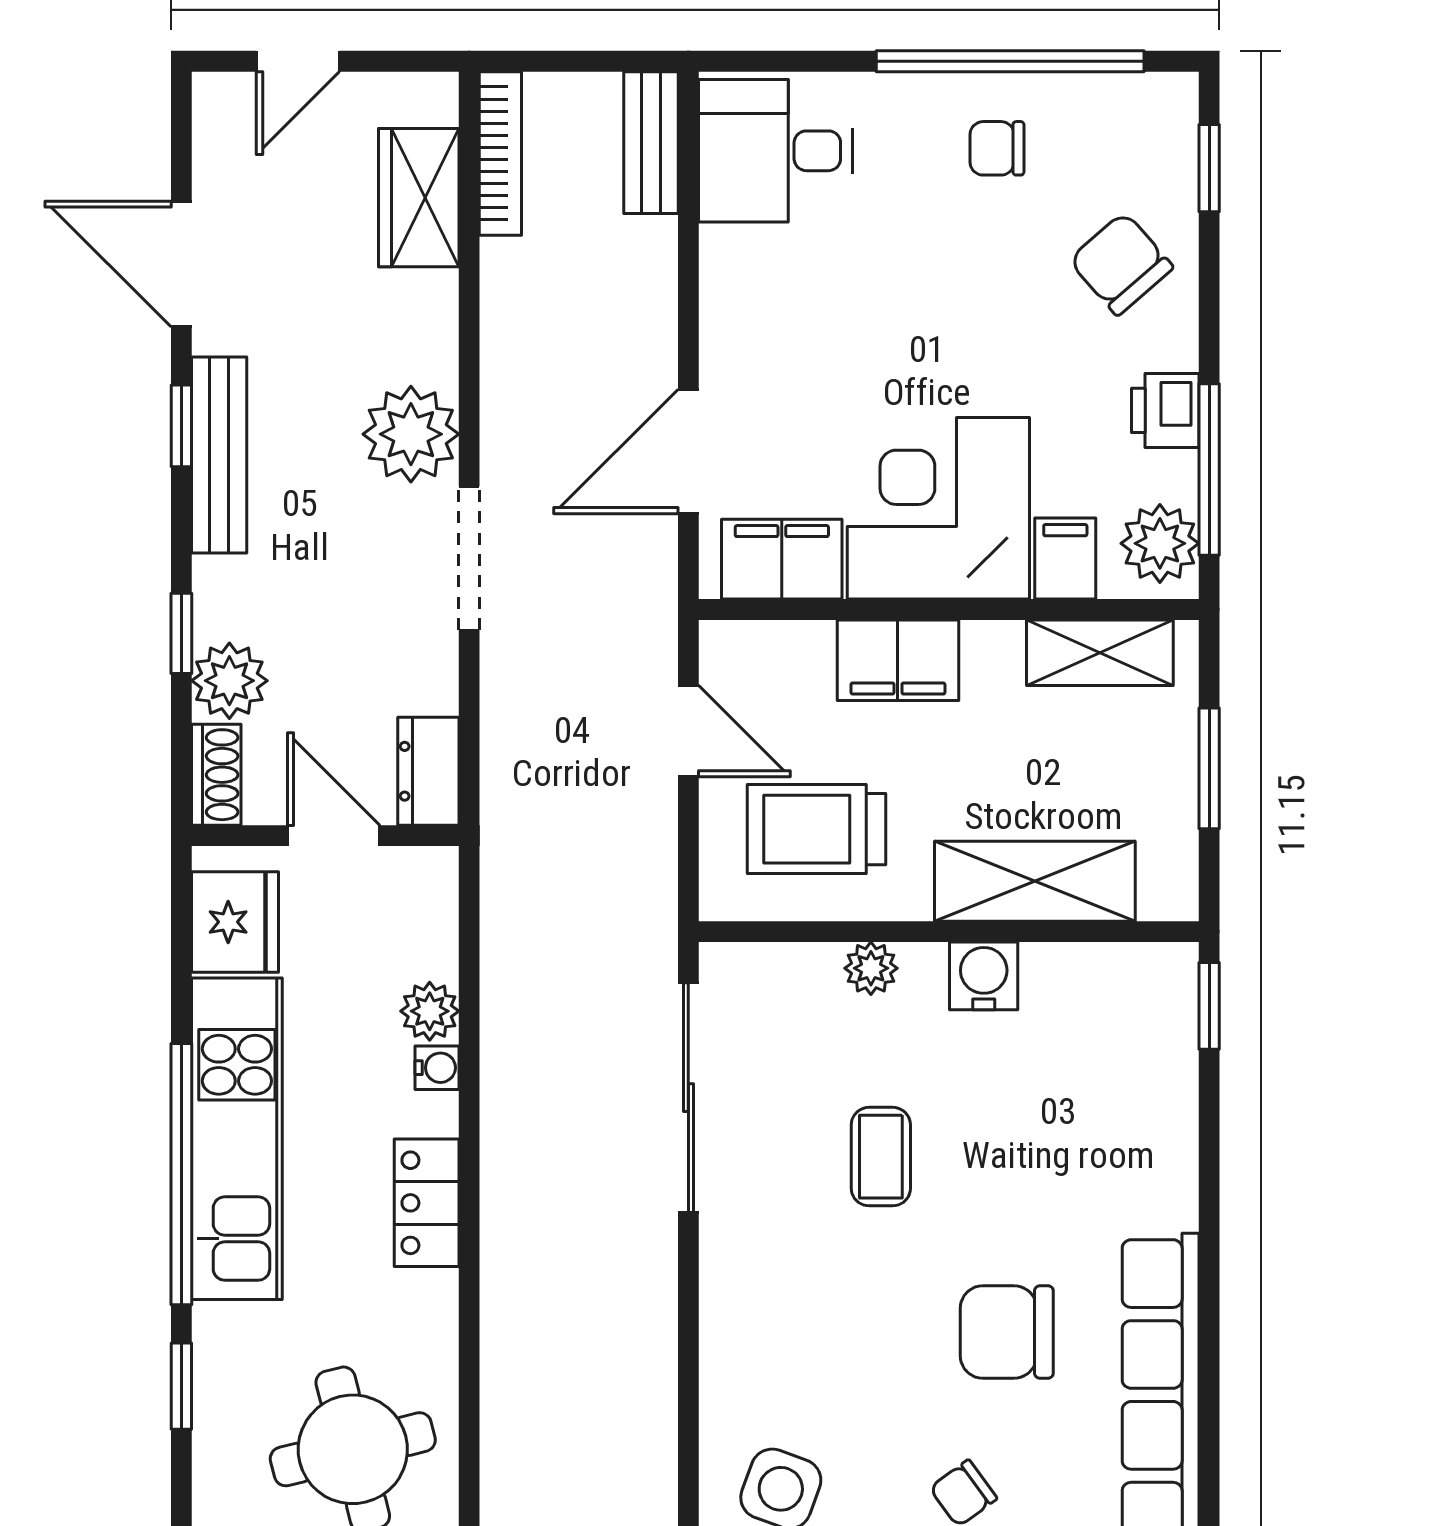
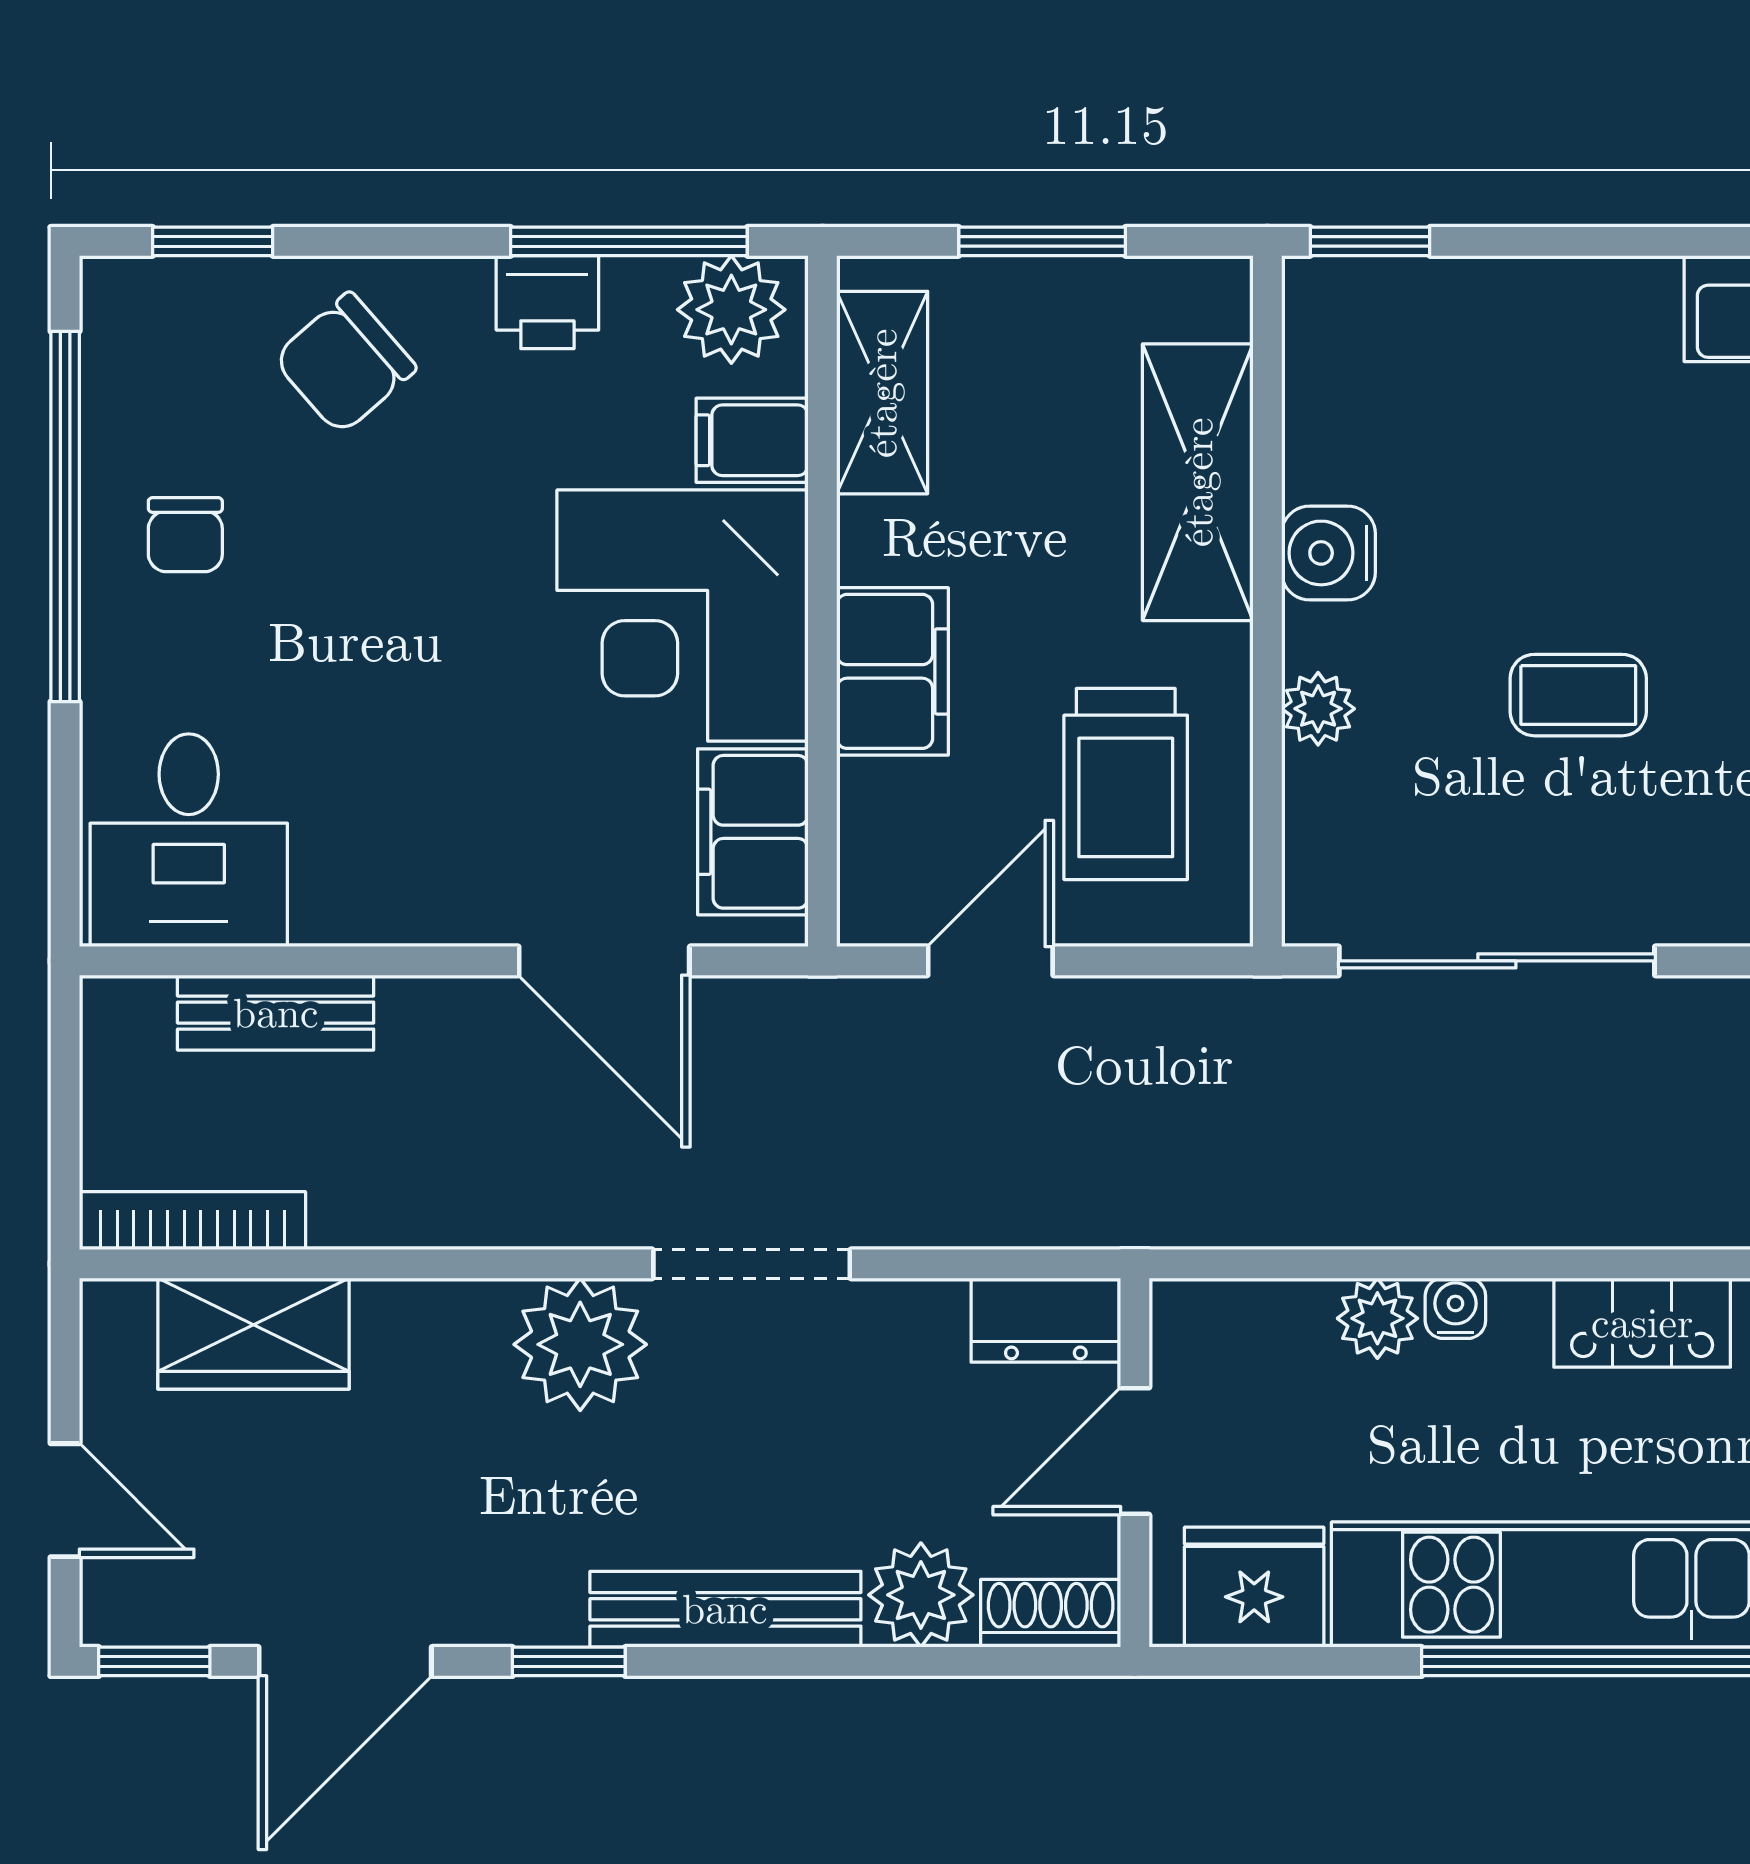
bench: (651, 143) -> (276, 1013), moved
bench: (219, 455) -> (725, 1609), moved
window: (181, 633) -> (154, 1661), moved

